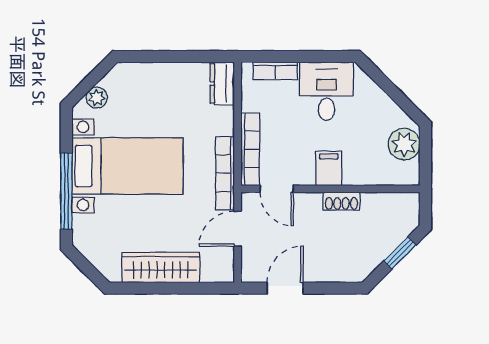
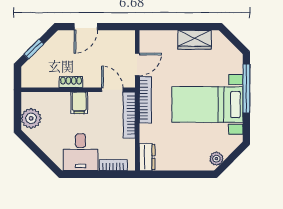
plant: (97, 98) -> (216, 159), moved
wardrobe: (161, 268) -> (195, 40), width x0.67
door: (285, 288) -> (86, 27), moved

